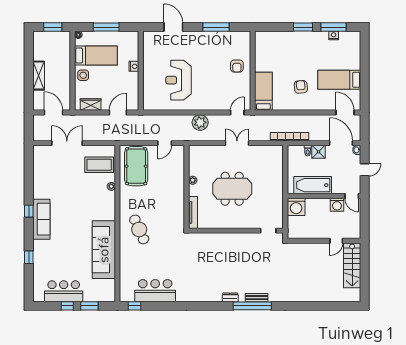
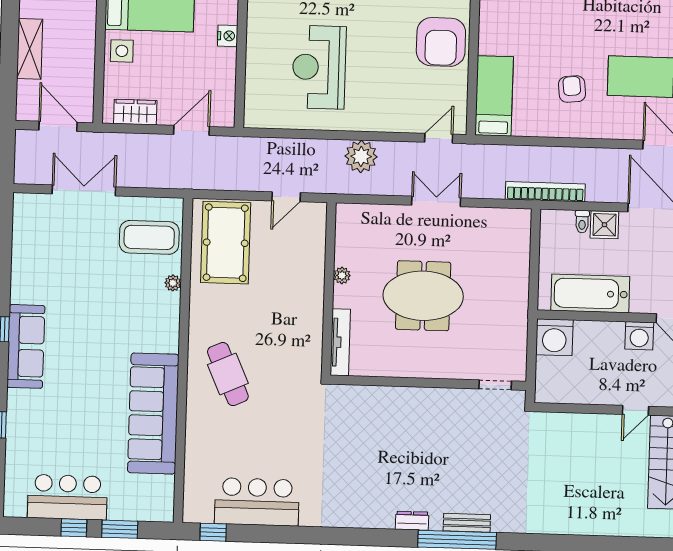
armchair: (237, 66) -> (441, 42), width x1.88, depth x1.88

